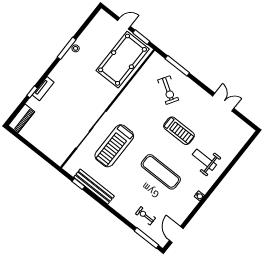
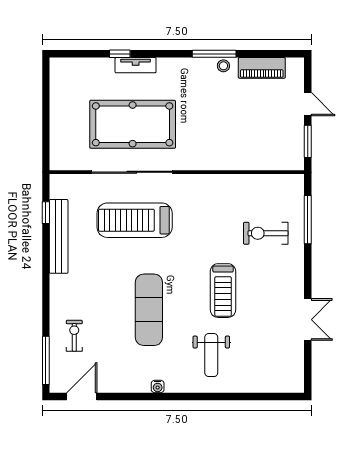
pool table: (123, 60) -> (133, 124), moved
exercise bike: (168, 90) -> (266, 233), turned 58
piano: (21, 119) -> (262, 68), moved
weight bench: (204, 160) -> (211, 355), turned 180

